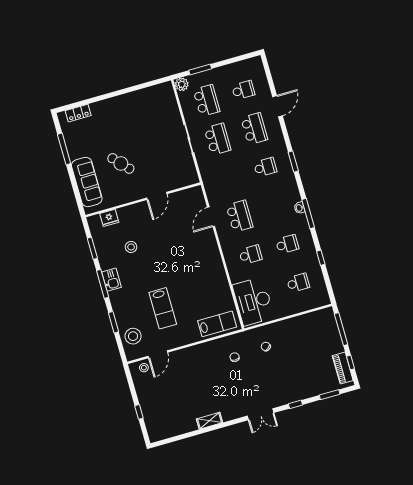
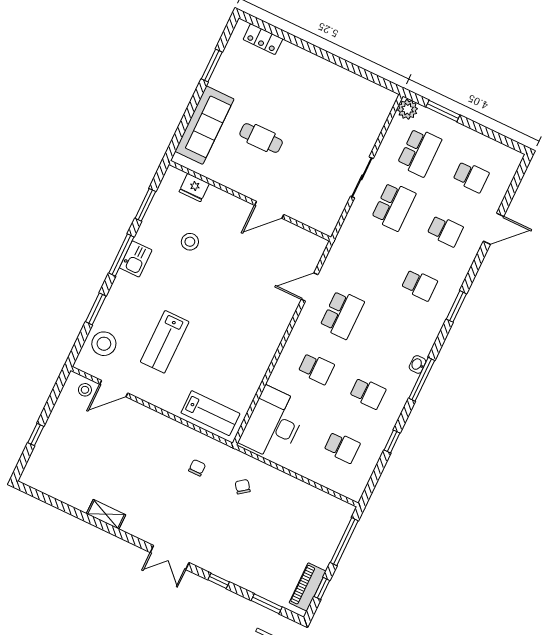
school desk: (254, 129) -> (445, 231), width x0.54
window: (64, 149) -> (212, 66), width x0.69
cafe table: (121, 163) -> (261, 138), turned -48

